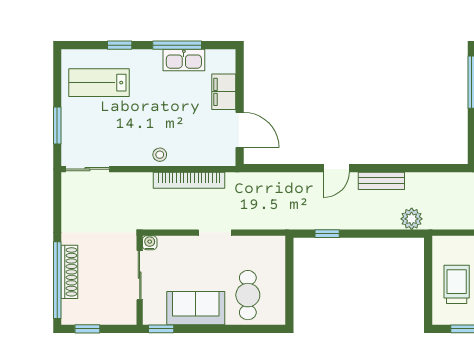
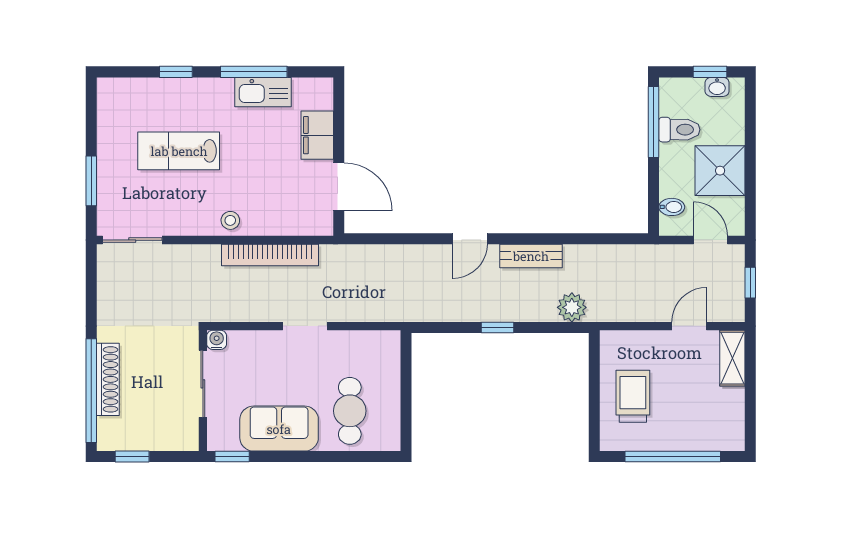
lab bench: (99, 83) -> (179, 151), moved
window: (327, 234) -> (498, 327), moved

